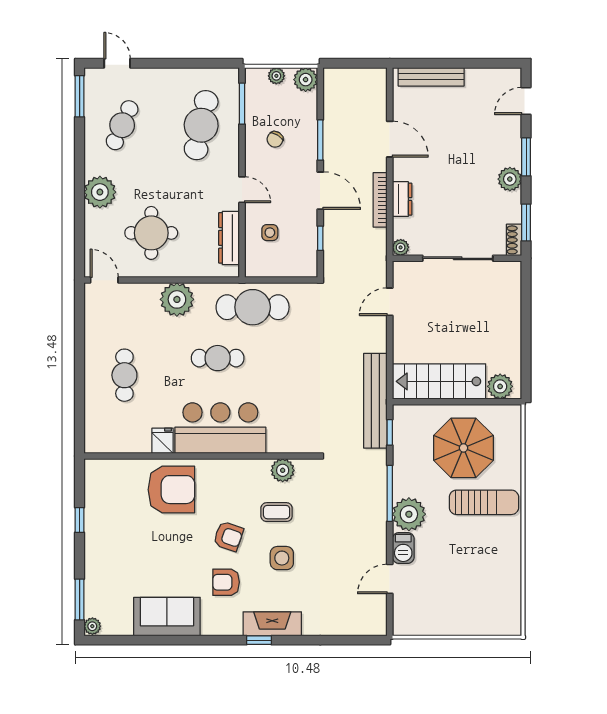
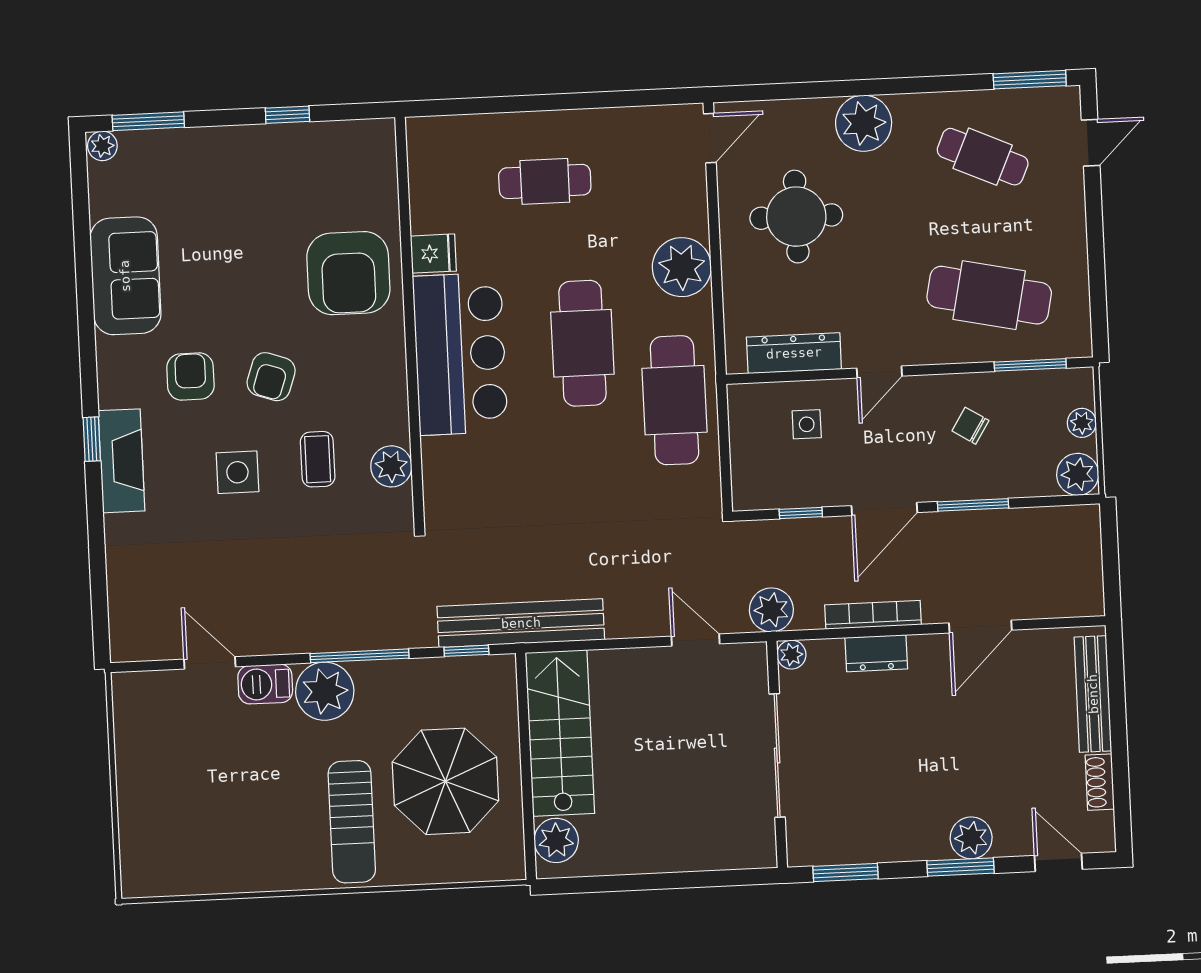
plant: (510, 179) -> (971, 838), moved
shoe rack: (514, 240) -> (1100, 782), moved, turned -90
plant: (375, 258) -> (771, 610), added
cafe table: (218, 358) -> (582, 343), width x1.37, depth x1.35

